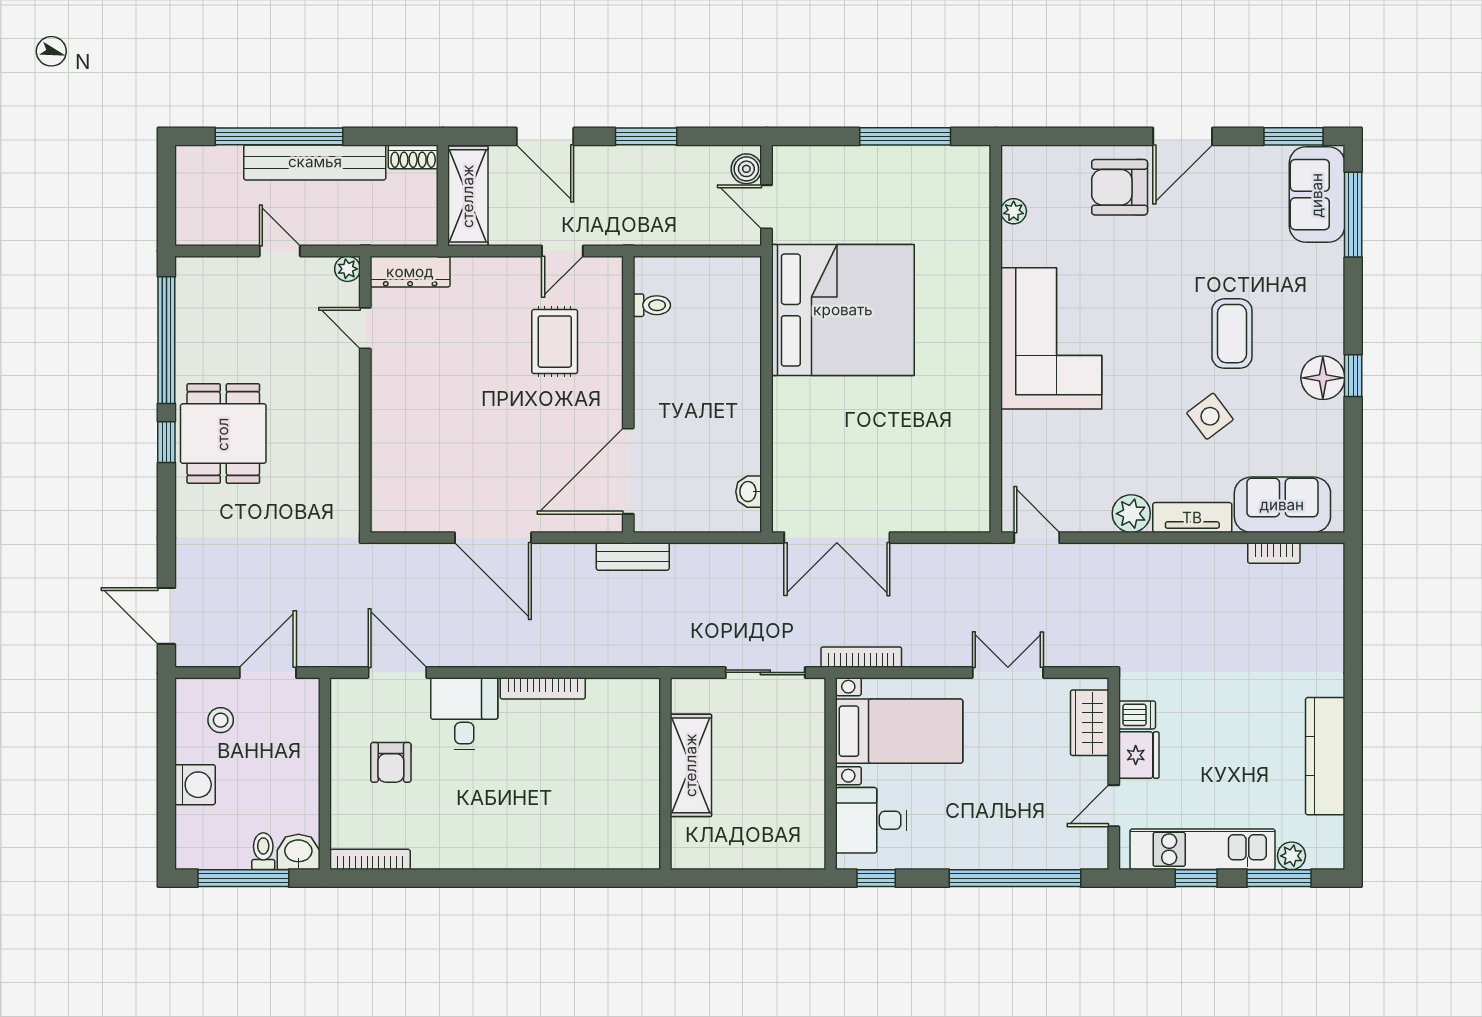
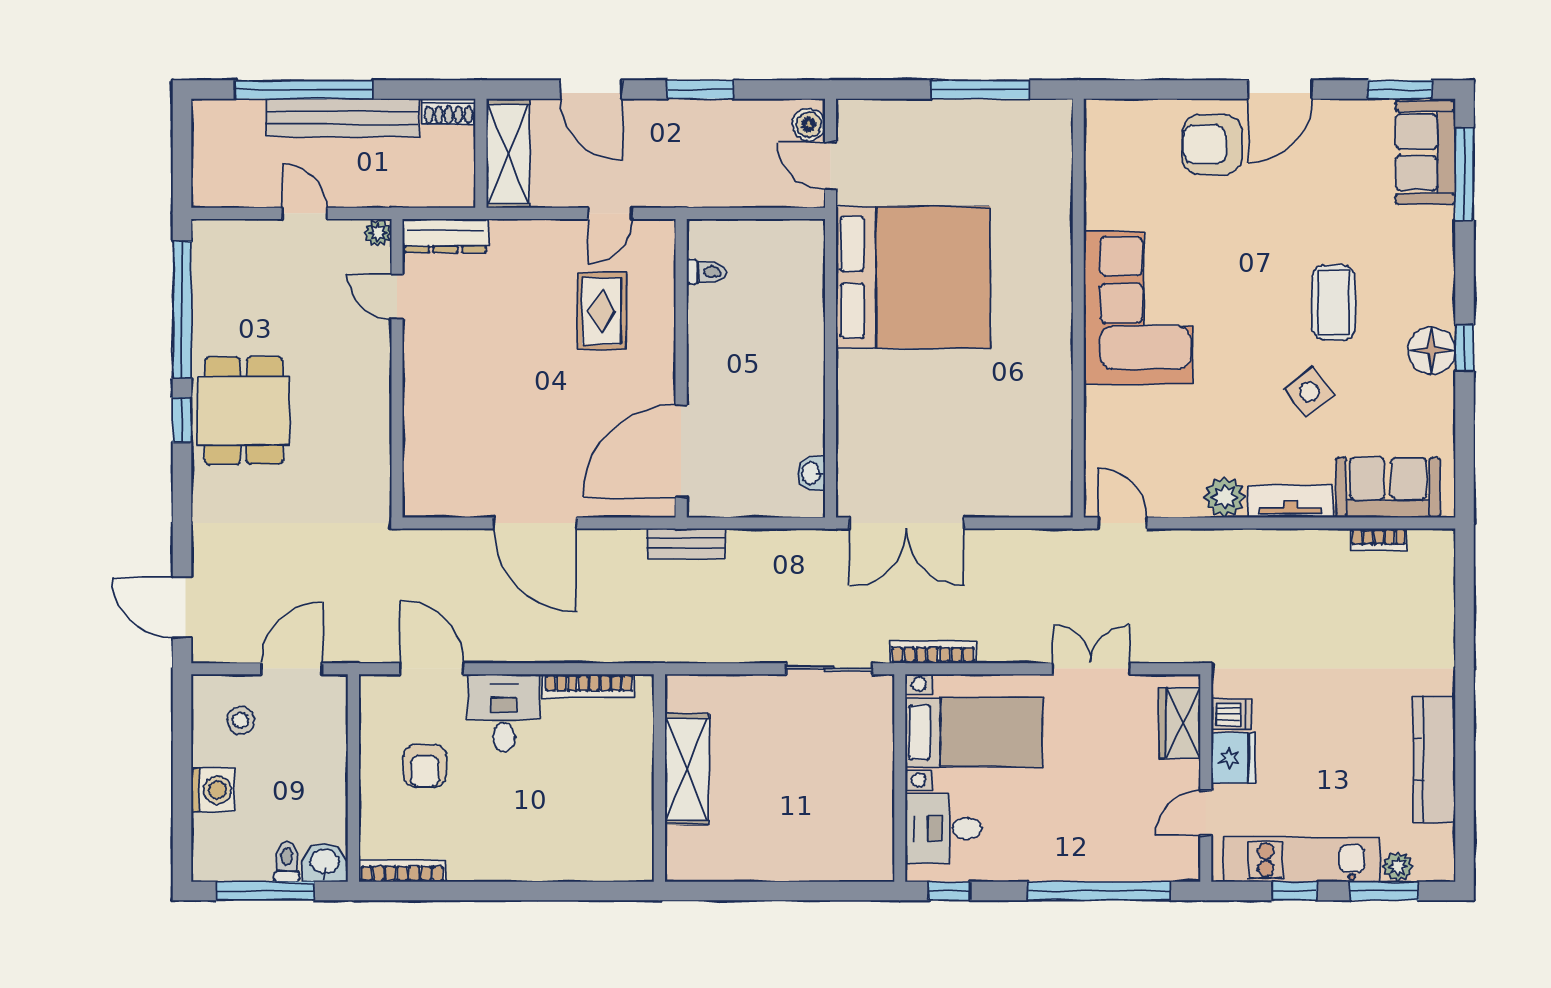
plant: (1014, 211) -> (1097, 170), removed
shelving: (691, 765) -> (687, 769), moved
wall: (665, 774) -> (659, 778), moved

